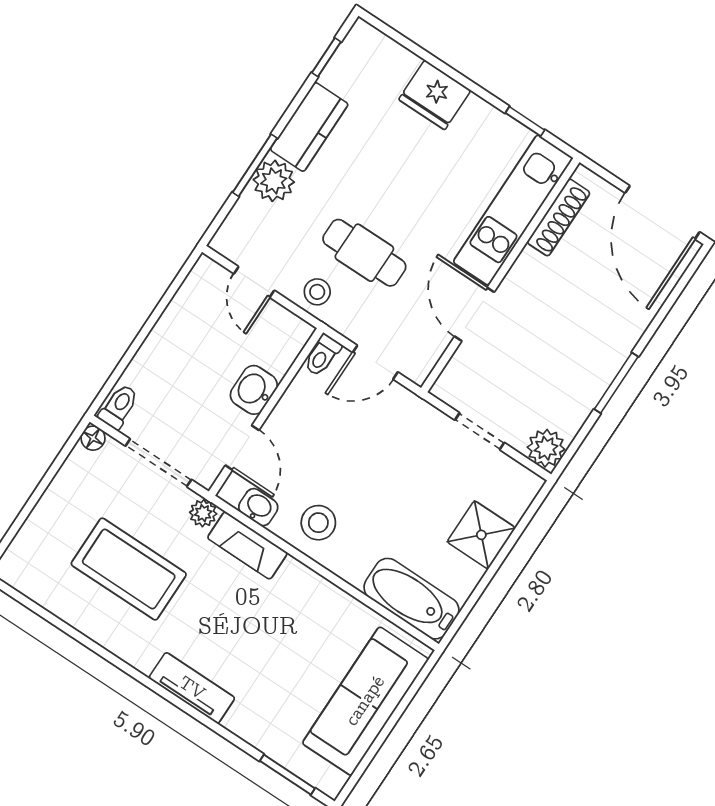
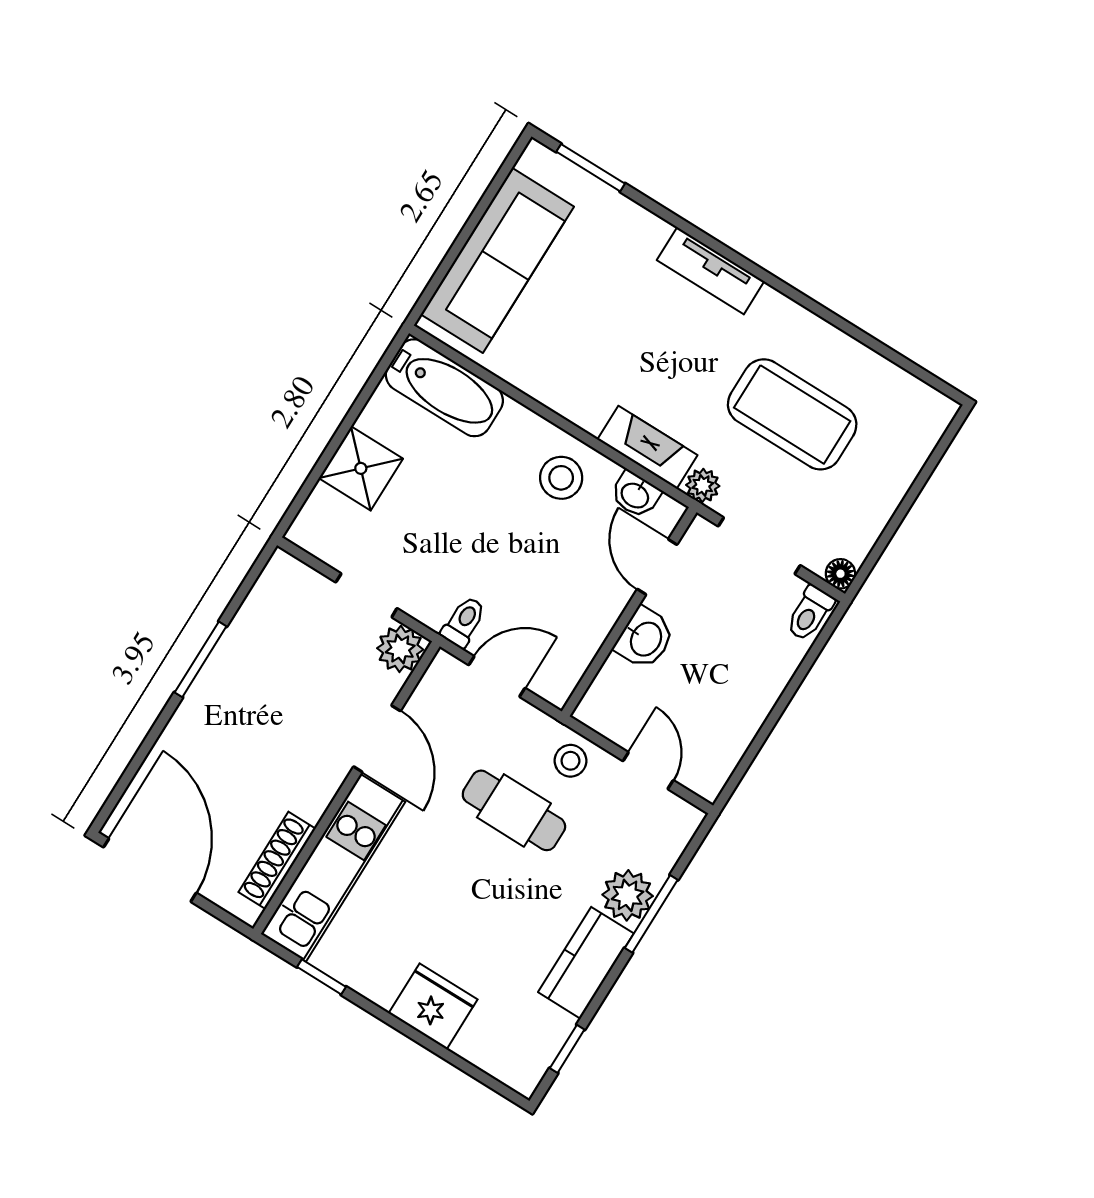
toilet: (322, 355) -> (464, 622), moved
plant: (546, 448) -> (400, 649), moved

